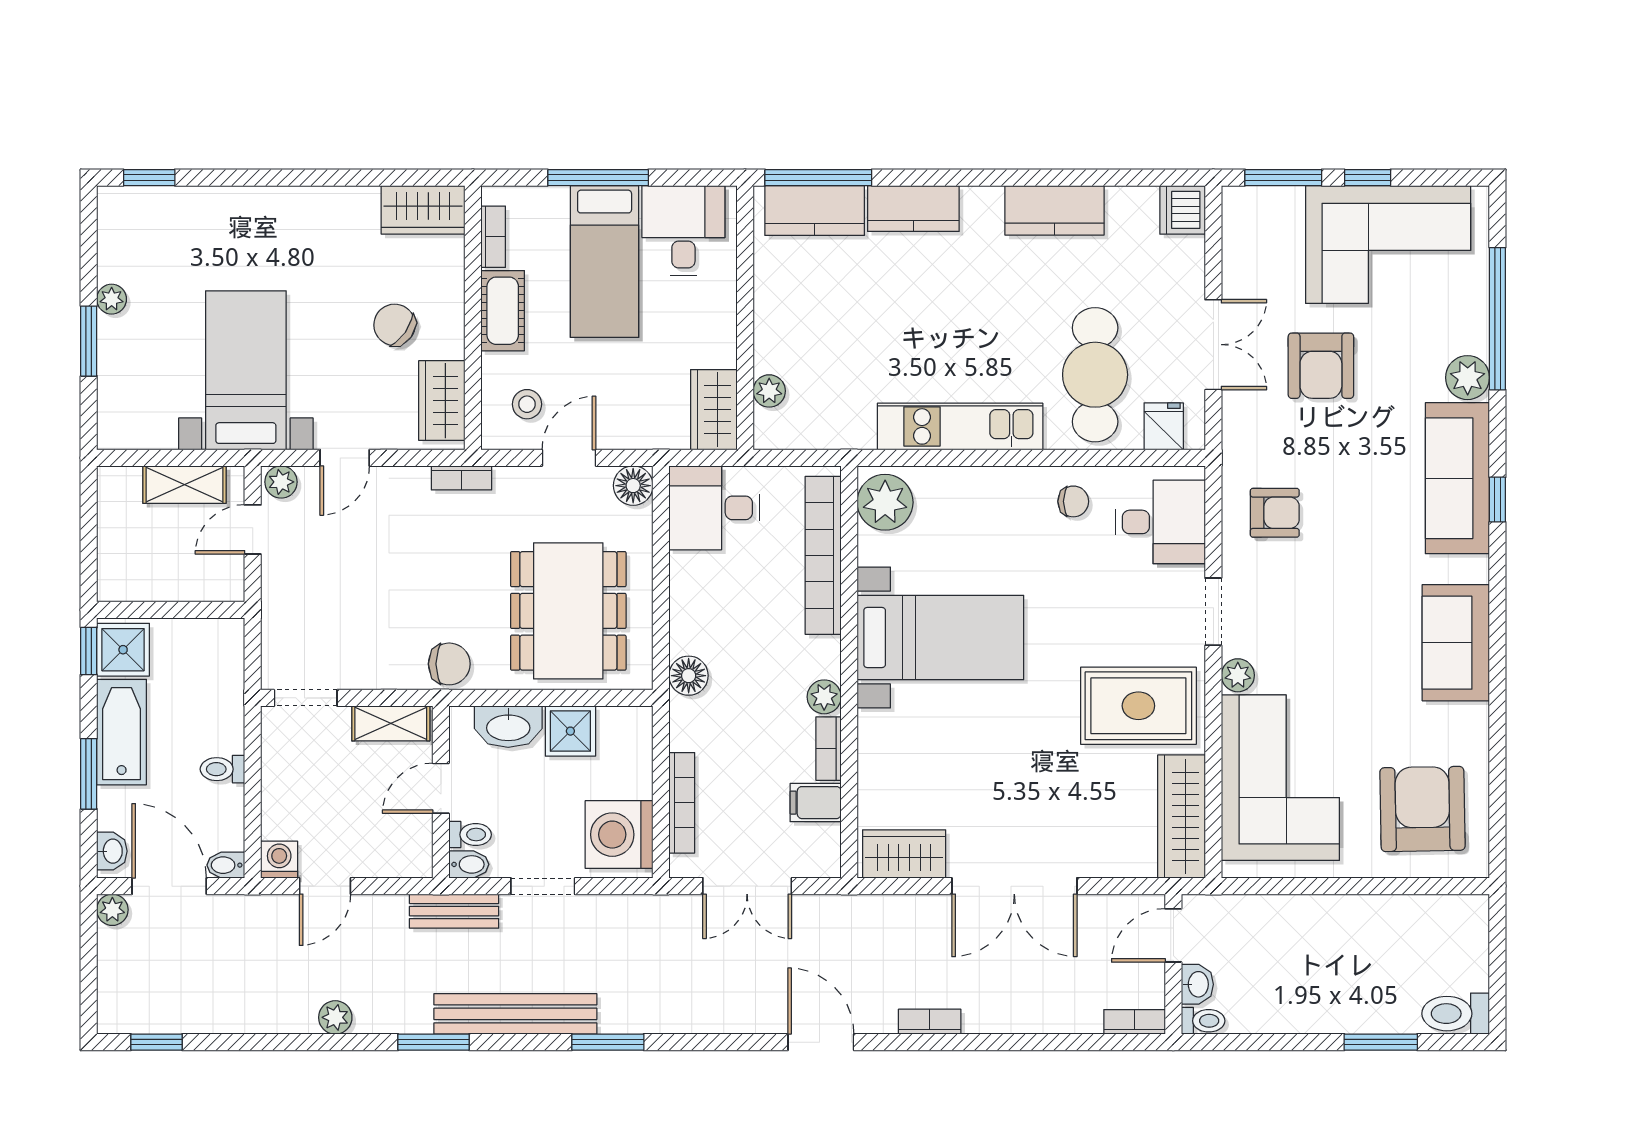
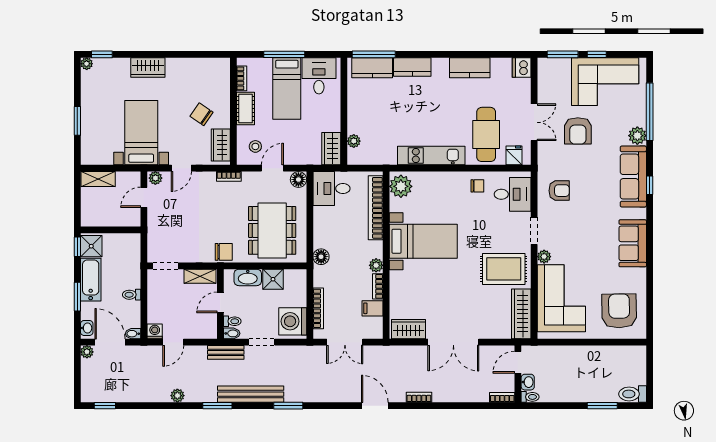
wardrobe: (423, 210) -> (148, 68), moved
plant: (112, 299) -> (87, 64), moved
shelving: (184, 485) -> (98, 179), moved

